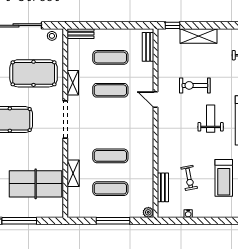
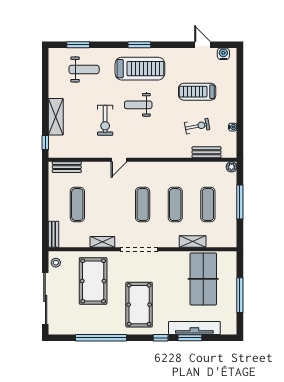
exercise mat: (110, 90) -> (143, 205), moved
treadmill: (224, 178) -> (197, 92), turned 180

